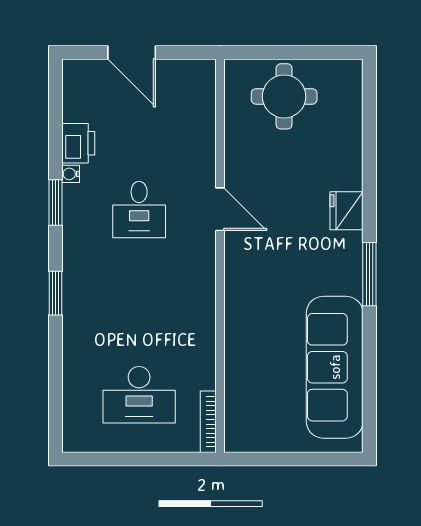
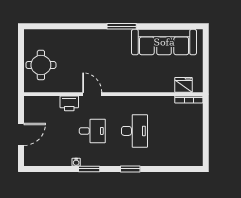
printer: (78, 143) -> (69, 103), moved, turned 180
door: (220, 209) -> (92, 94), hinge flipped
fridge: (346, 211) -> (184, 85), moved, turned 180
desk: (139, 395) -> (134, 131), moved

